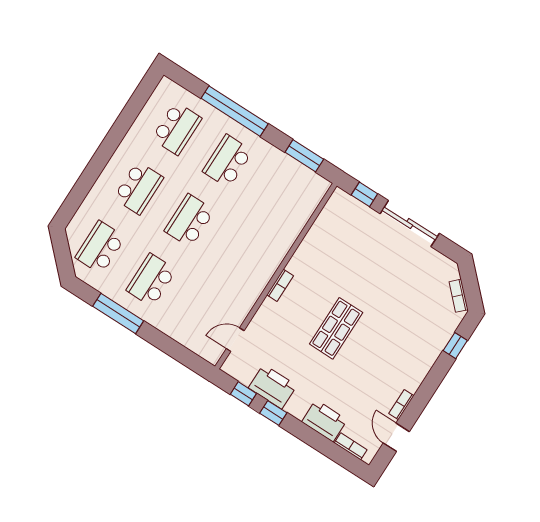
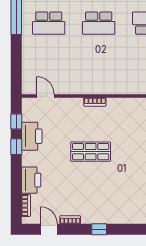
school desk: (189, 221) -> (99, 23), turned 180
school desk: (151, 280) -> (49, 23), turned 180
window: (455, 346) -> (99, 229), moved
door: (396, 437) -> (49, 229), hinge flipped

